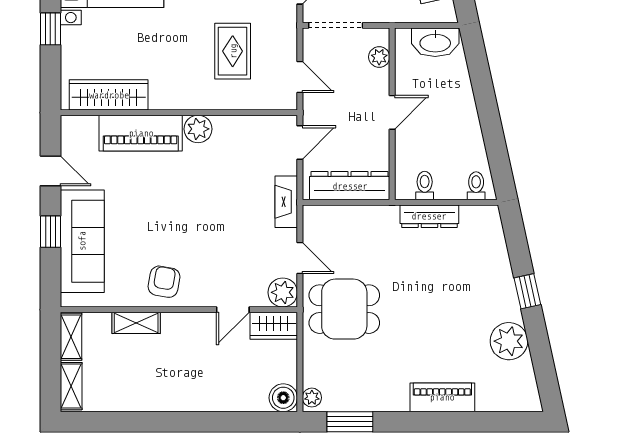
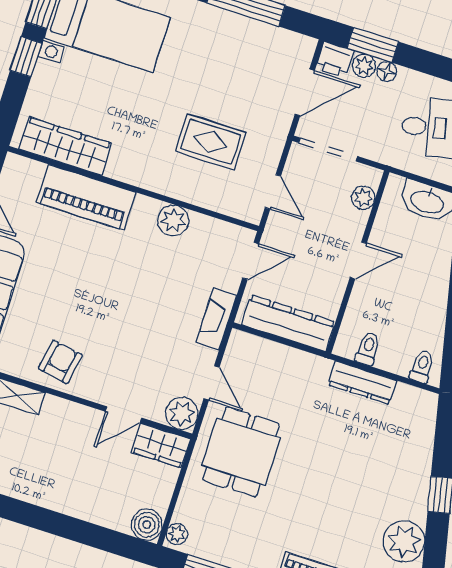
rug: (233, 51) -> (211, 142), turned 90
plant: (198, 129) -> (173, 220), moved
dining table: (344, 309) -> (241, 452), turned 90

